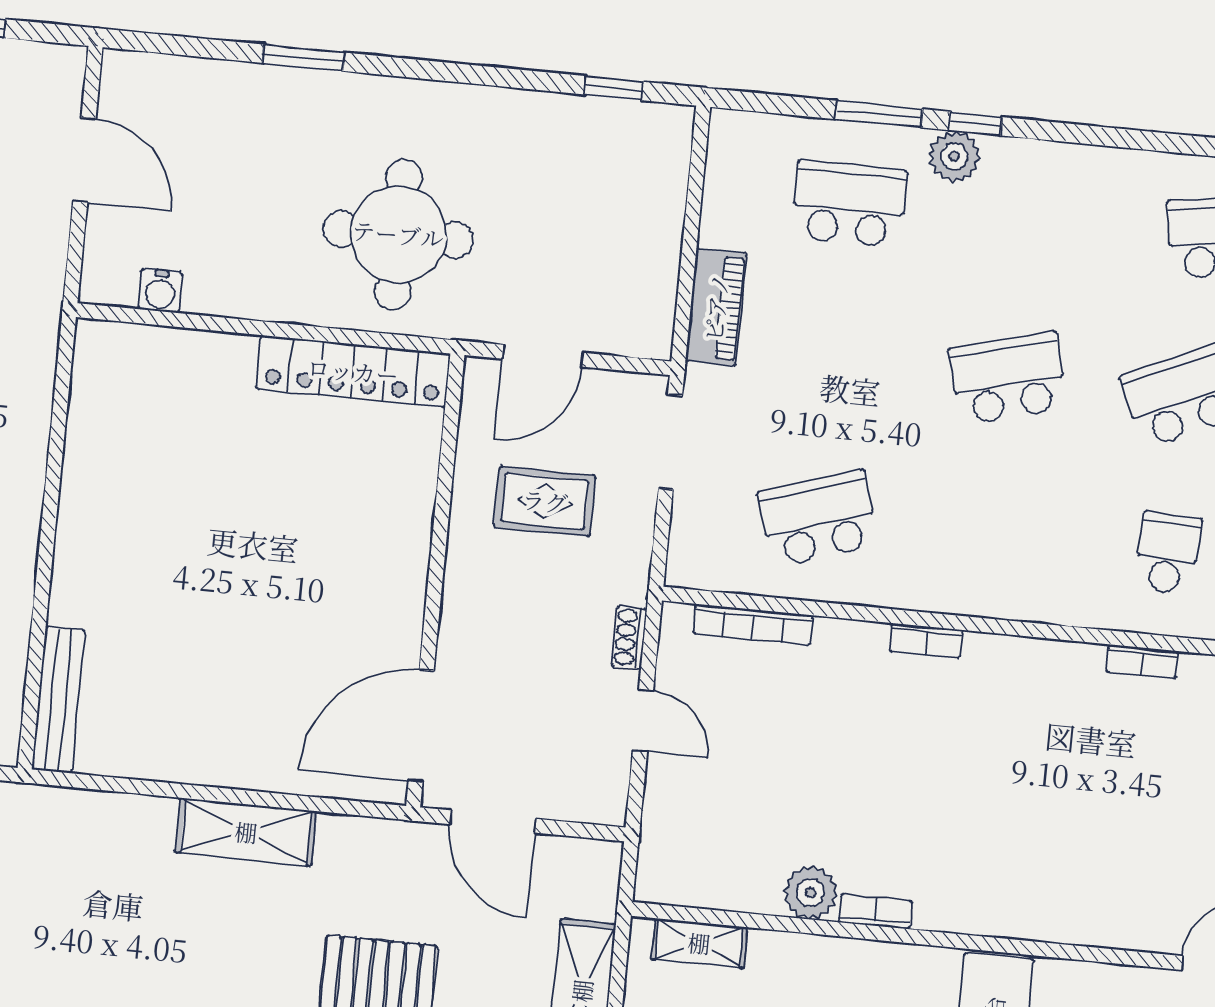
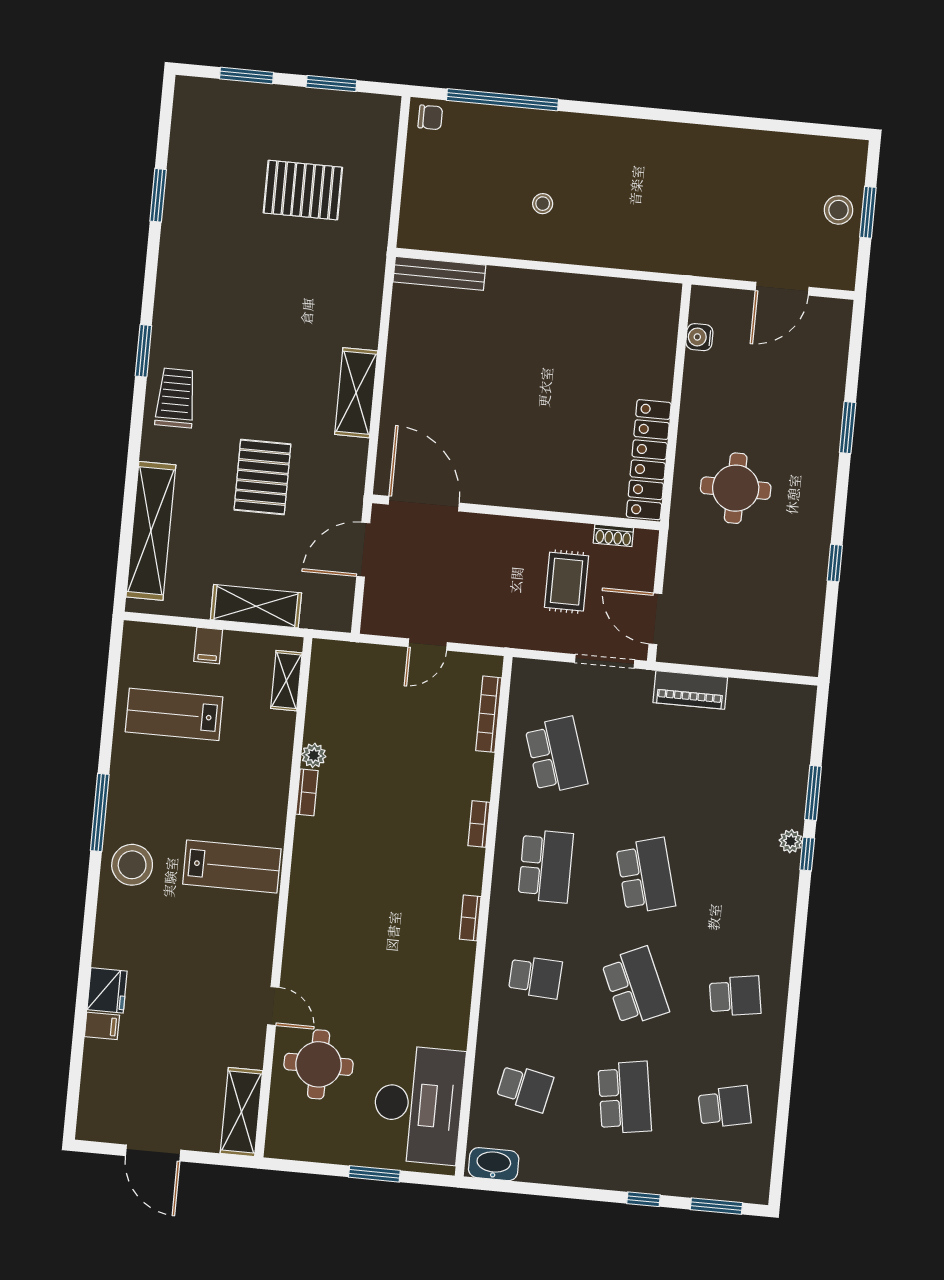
window: (614, 88) -> (835, 563), moved
plant: (954, 156) -> (791, 841), width x0.73, depth x0.73
school desk: (849, 204) -> (546, 866), moved
round table: (398, 234) -> (736, 488), width x0.73, depth x0.73
door: (543, 356) -> (655, 619), moved
shoe rack: (629, 637) -> (613, 535), moved, turned 180
bookcase: (1142, 662) -> (470, 918), moved
plant: (811, 893) -> (314, 755), width x0.73, depth x0.73

